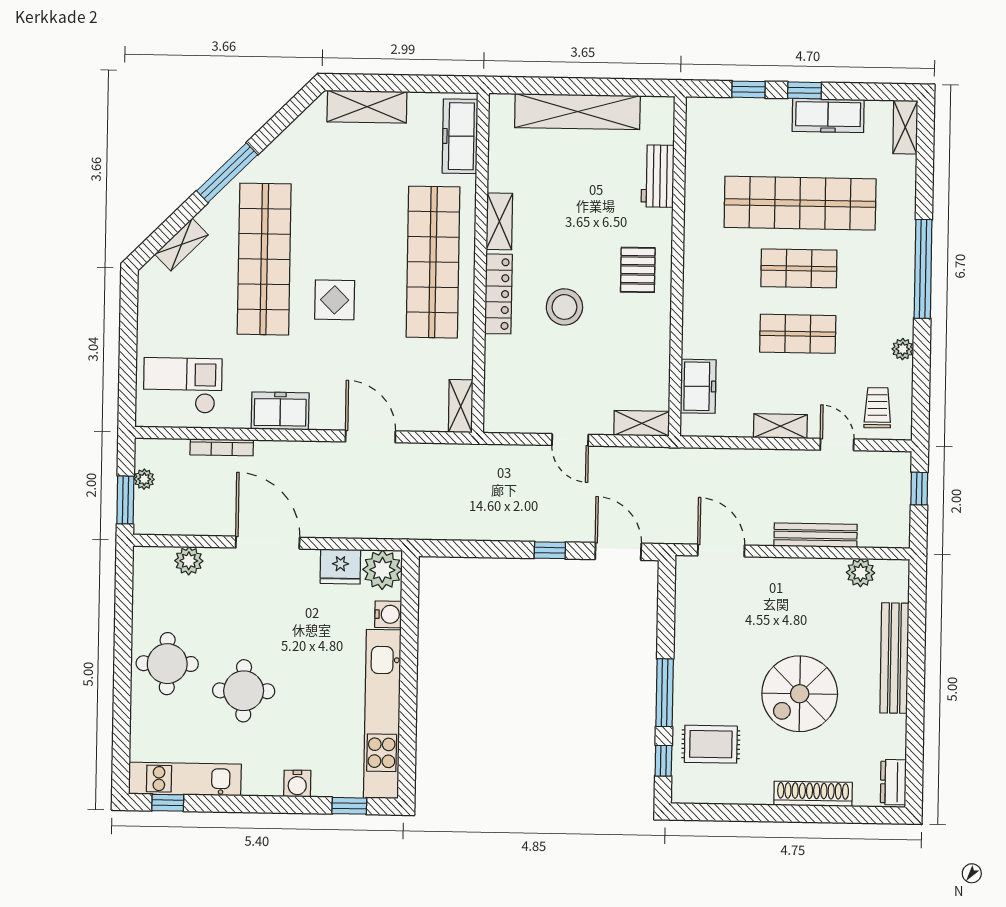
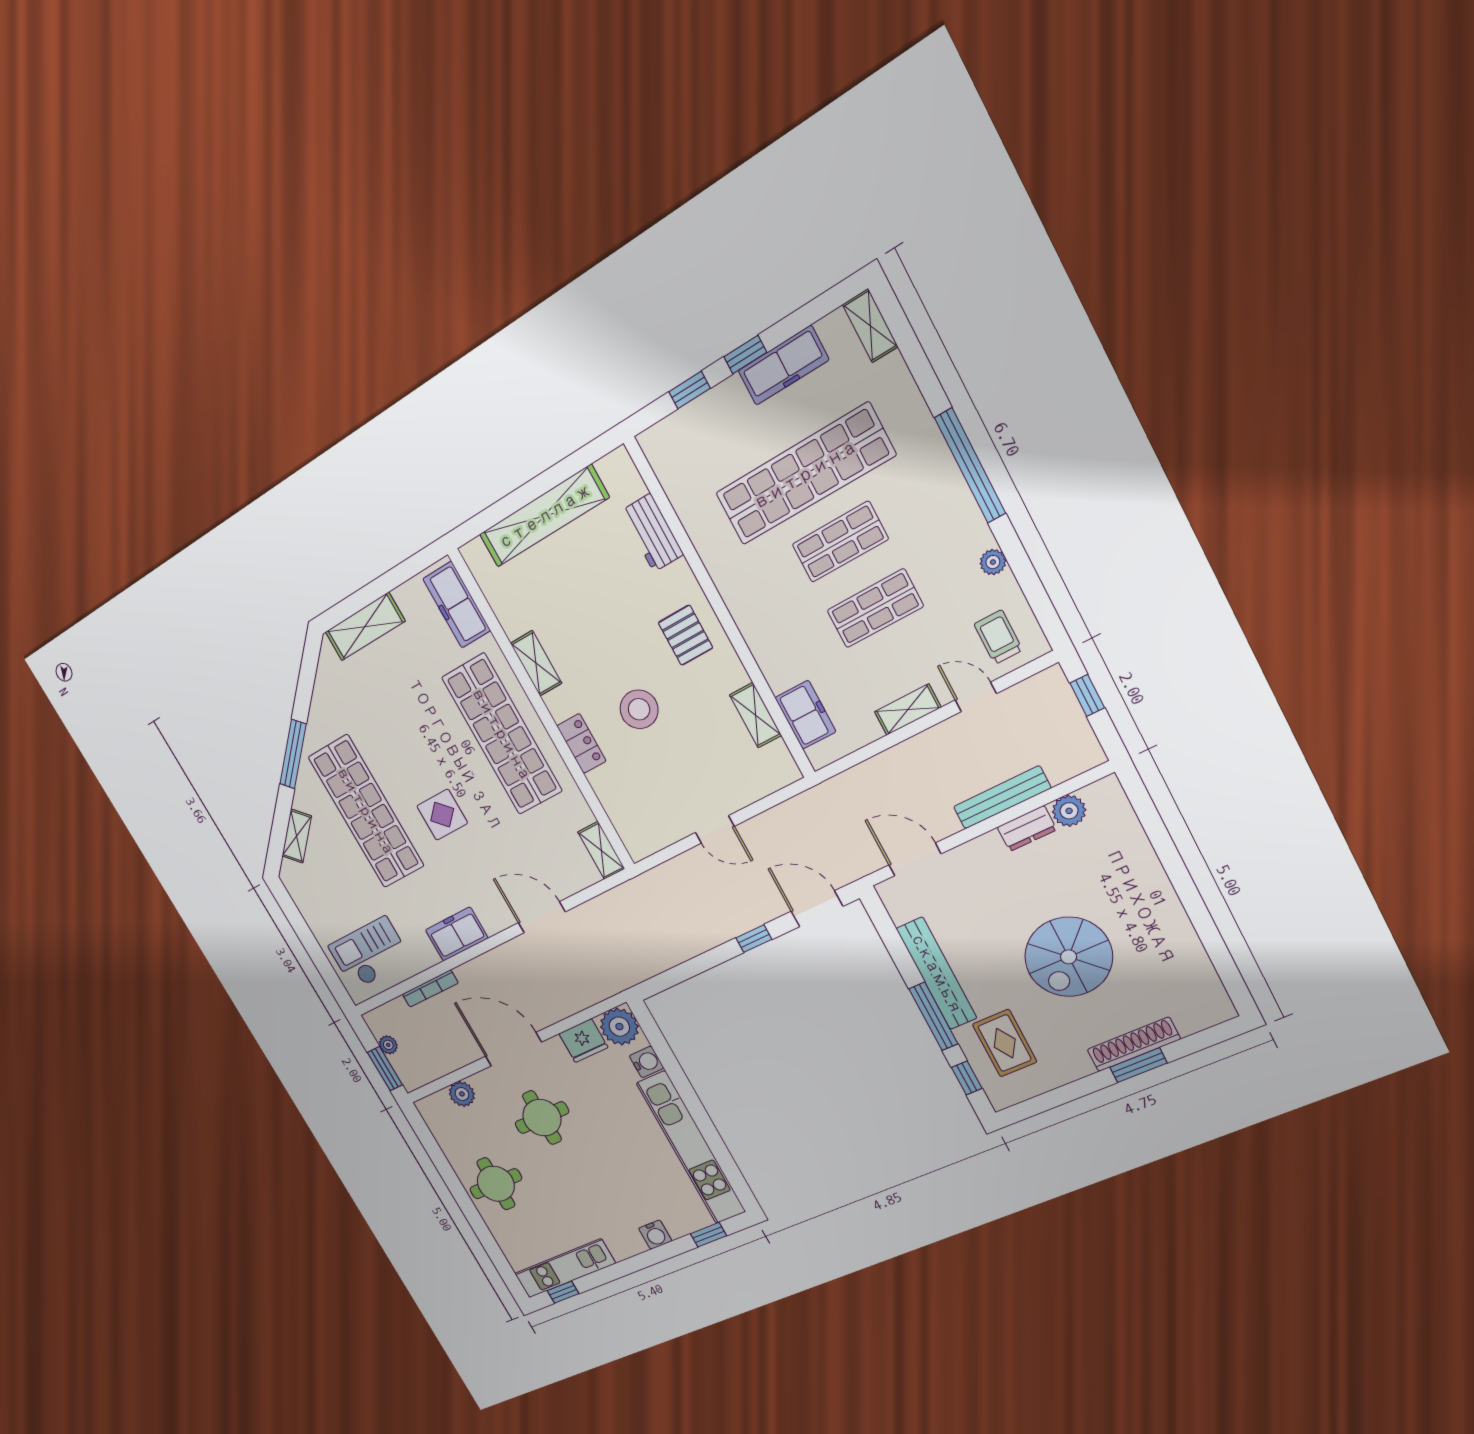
locker: (498, 294) -> (581, 743), width x0.66
shelving: (642, 423) -> (756, 715), moved, turned 90
bench: (894, 658) -> (937, 973), moved
round table: (244, 691) -> (542, 1118), moved
rug: (711, 744) -> (1005, 1043), turned 90
dresser: (893, 782) -> (1027, 829), moved, turned -90
window: (808, 814) -> (1138, 1065), added

